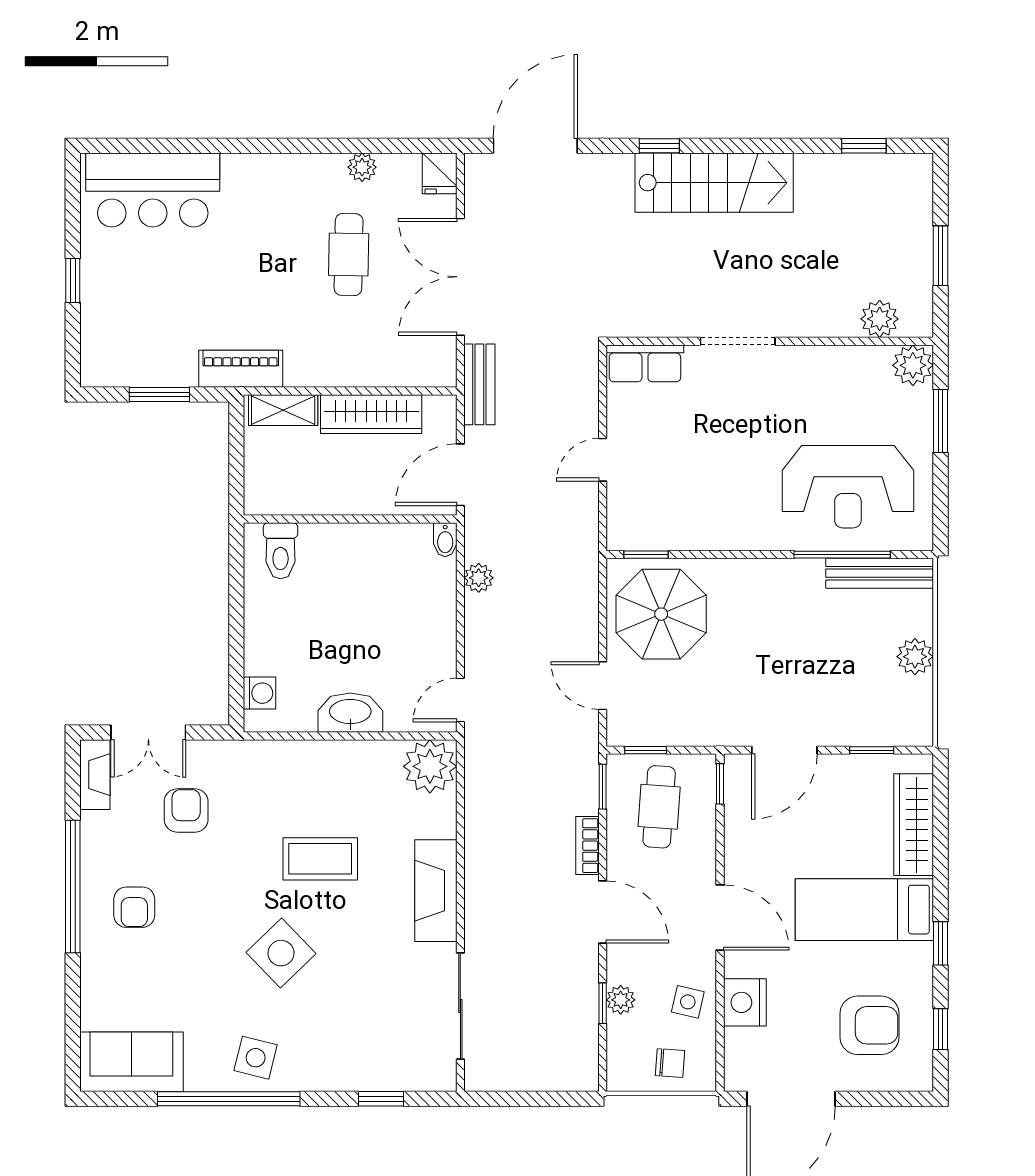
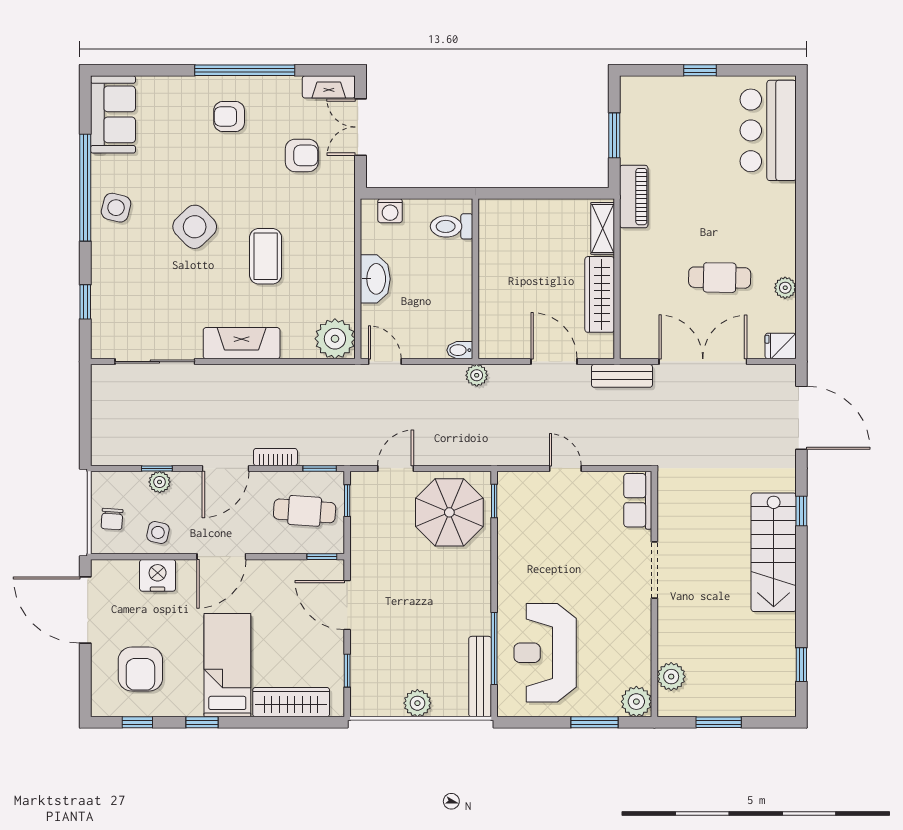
wall: (350, 519) -> (475, 279), moved
bidet: (445, 540) -> (460, 350), moved
toilet: (281, 551) -> (452, 226), moved

